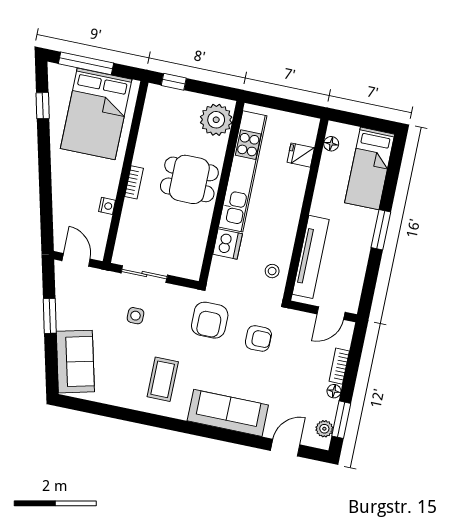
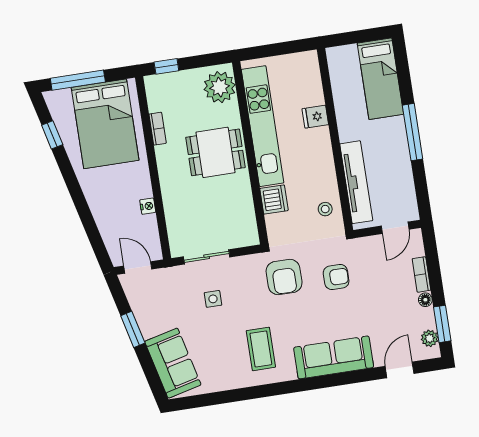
floor lamp: (331, 144) -> (336, 69), removed
fridge: (301, 155) -> (315, 117), moved
bookcase: (134, 182) -> (158, 129), moved
window: (381, 230) -> (413, 132), width x1.44

